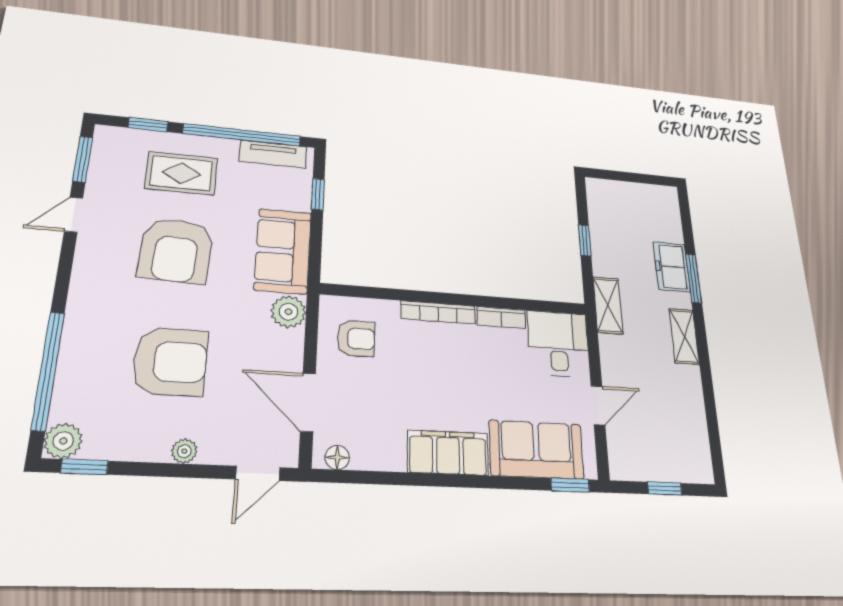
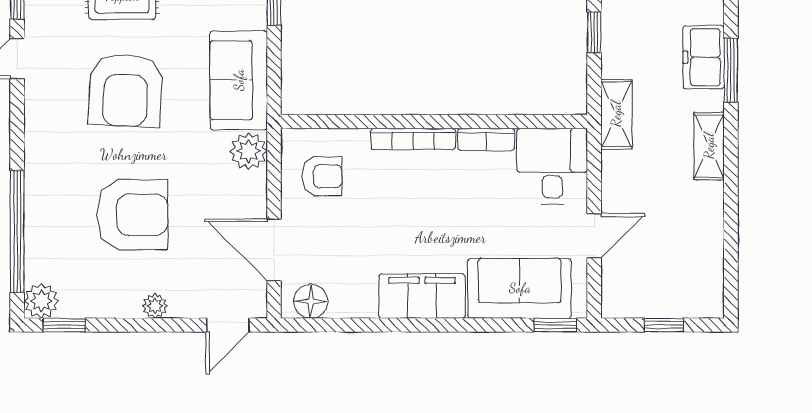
floor lamp: (337, 458) -> (311, 301), width x1.37, depth x1.37

